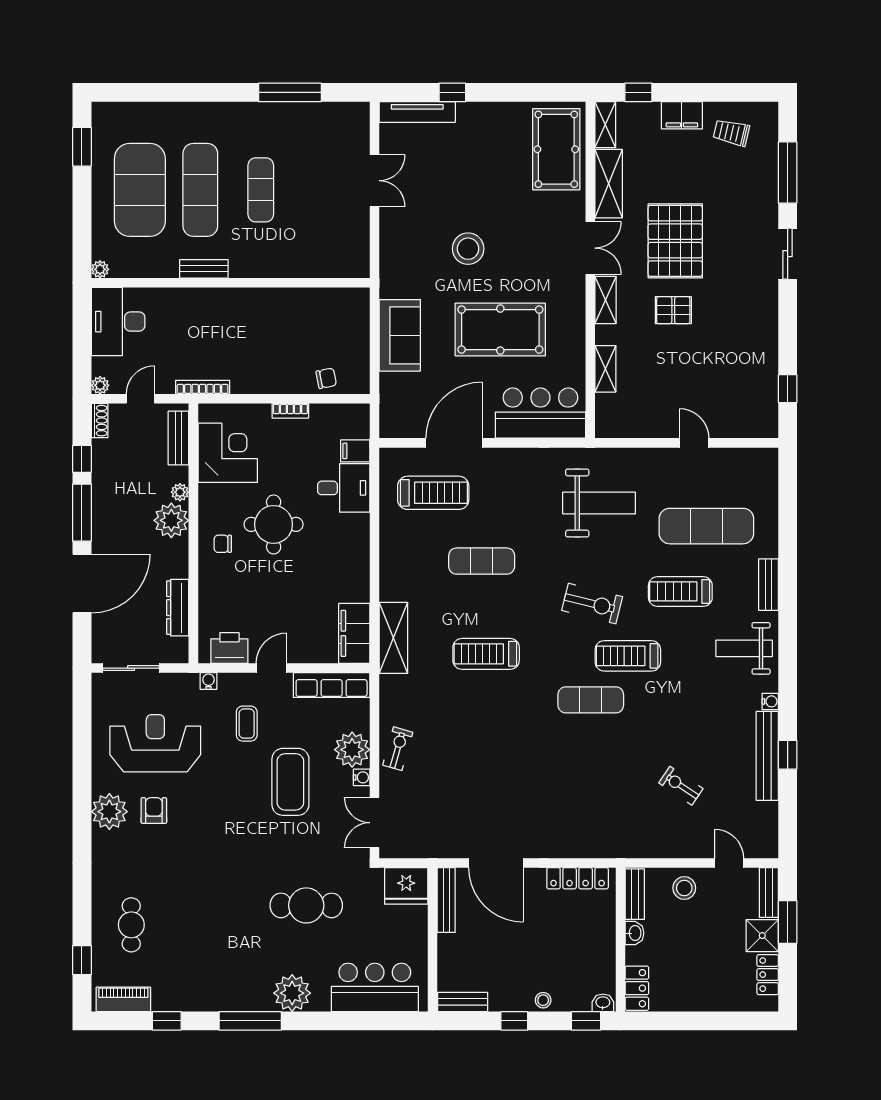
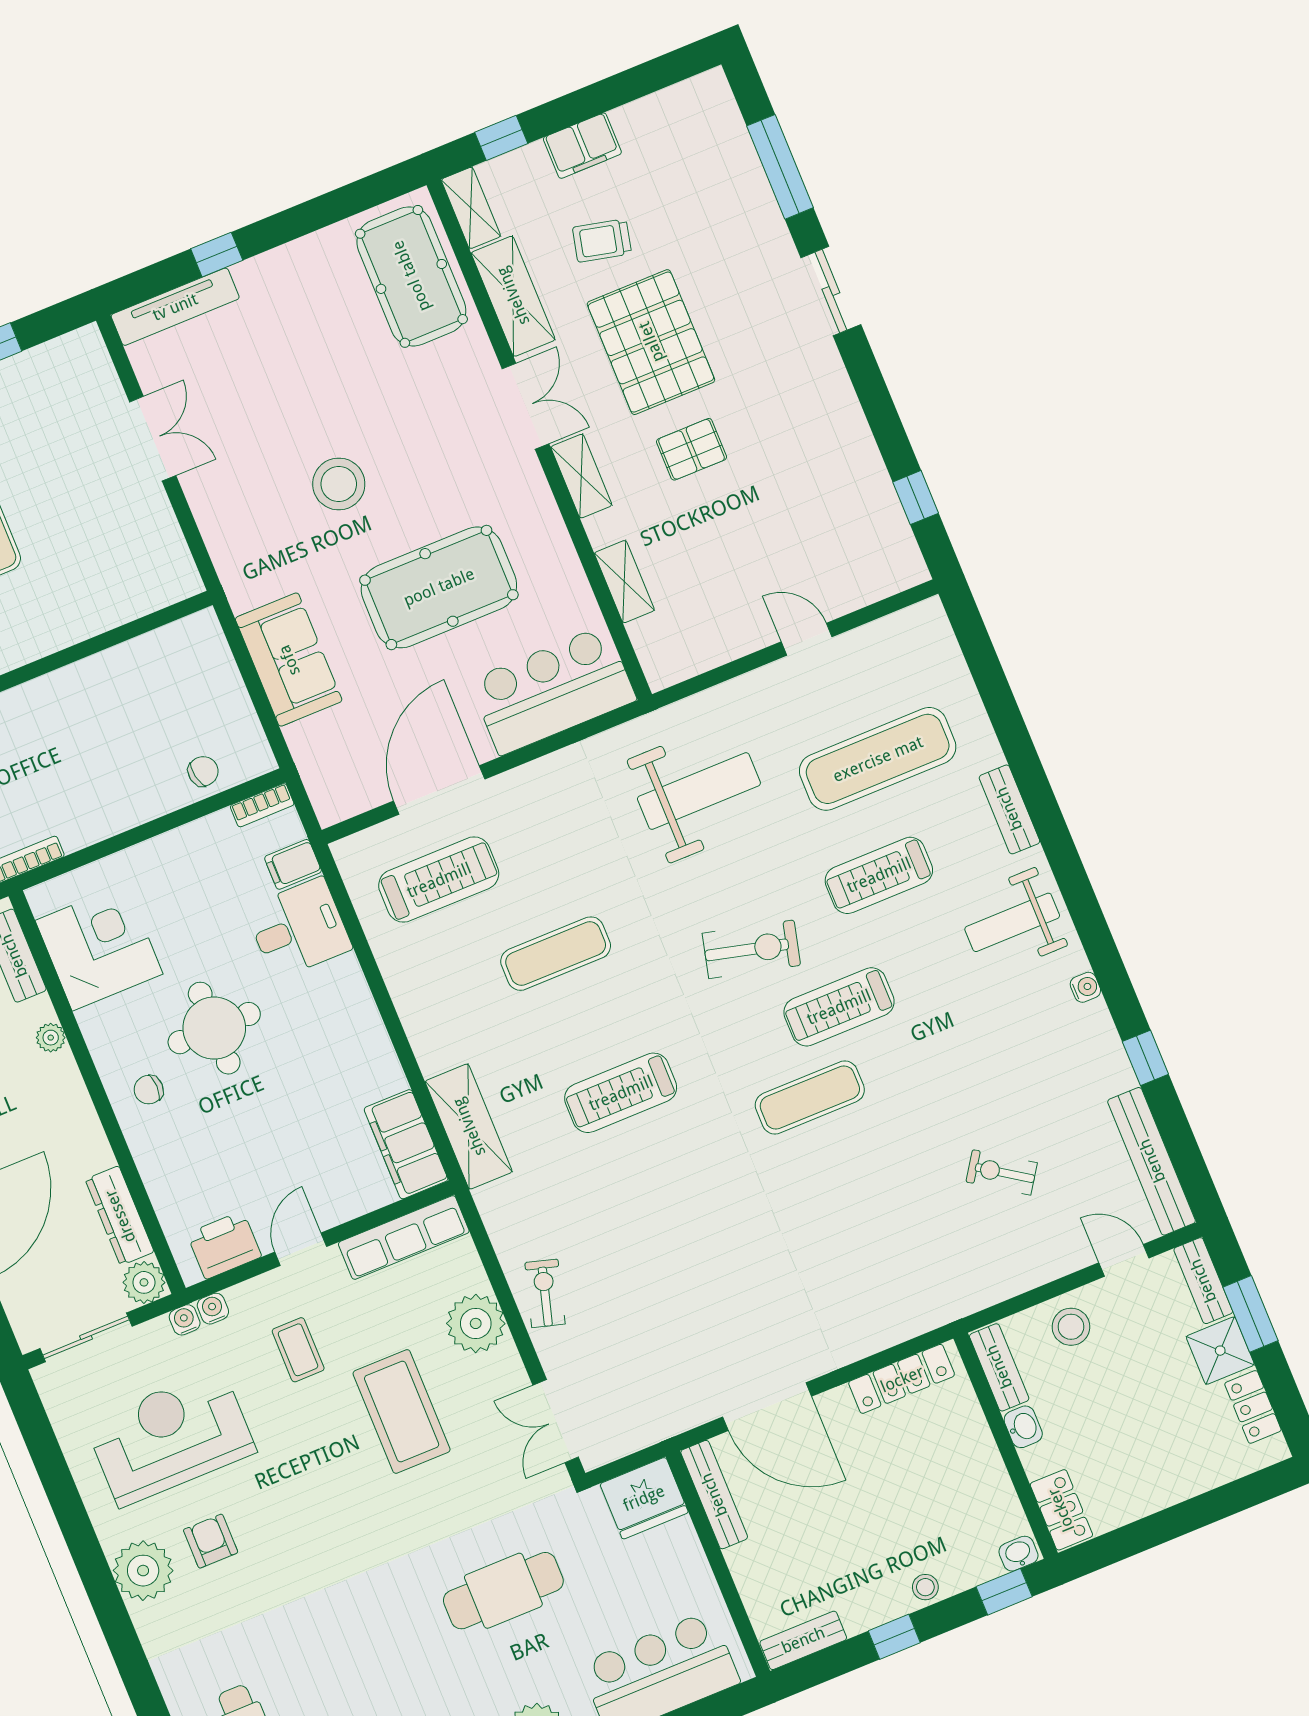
trolley: (731, 133) -> (602, 241), moved
bookcase: (290, 411) -> (262, 805), moved
plant: (171, 520) -> (144, 1282), moved, width x0.73, depth x0.73
bench: (767, 756) -> (1152, 1161), moved
water cooler: (362, 777) -> (185, 1320), moved, turned -90

